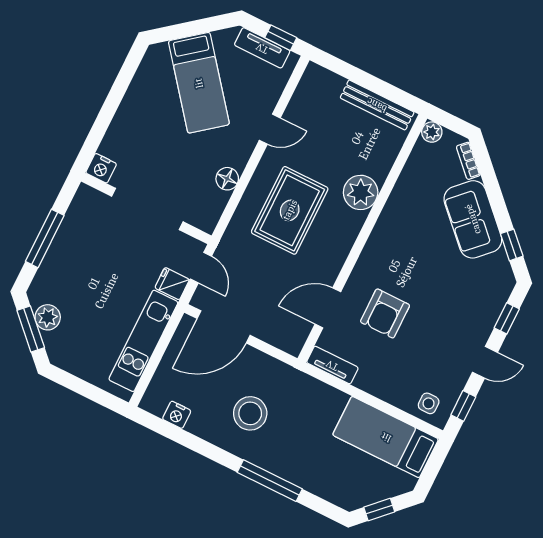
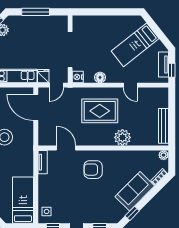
nightstand: (101, 168) -> (78, 77), moved
armchair: (385, 313) -> (93, 170), moved

